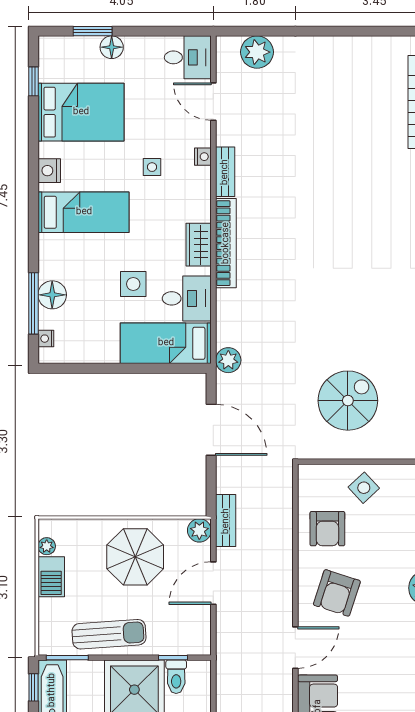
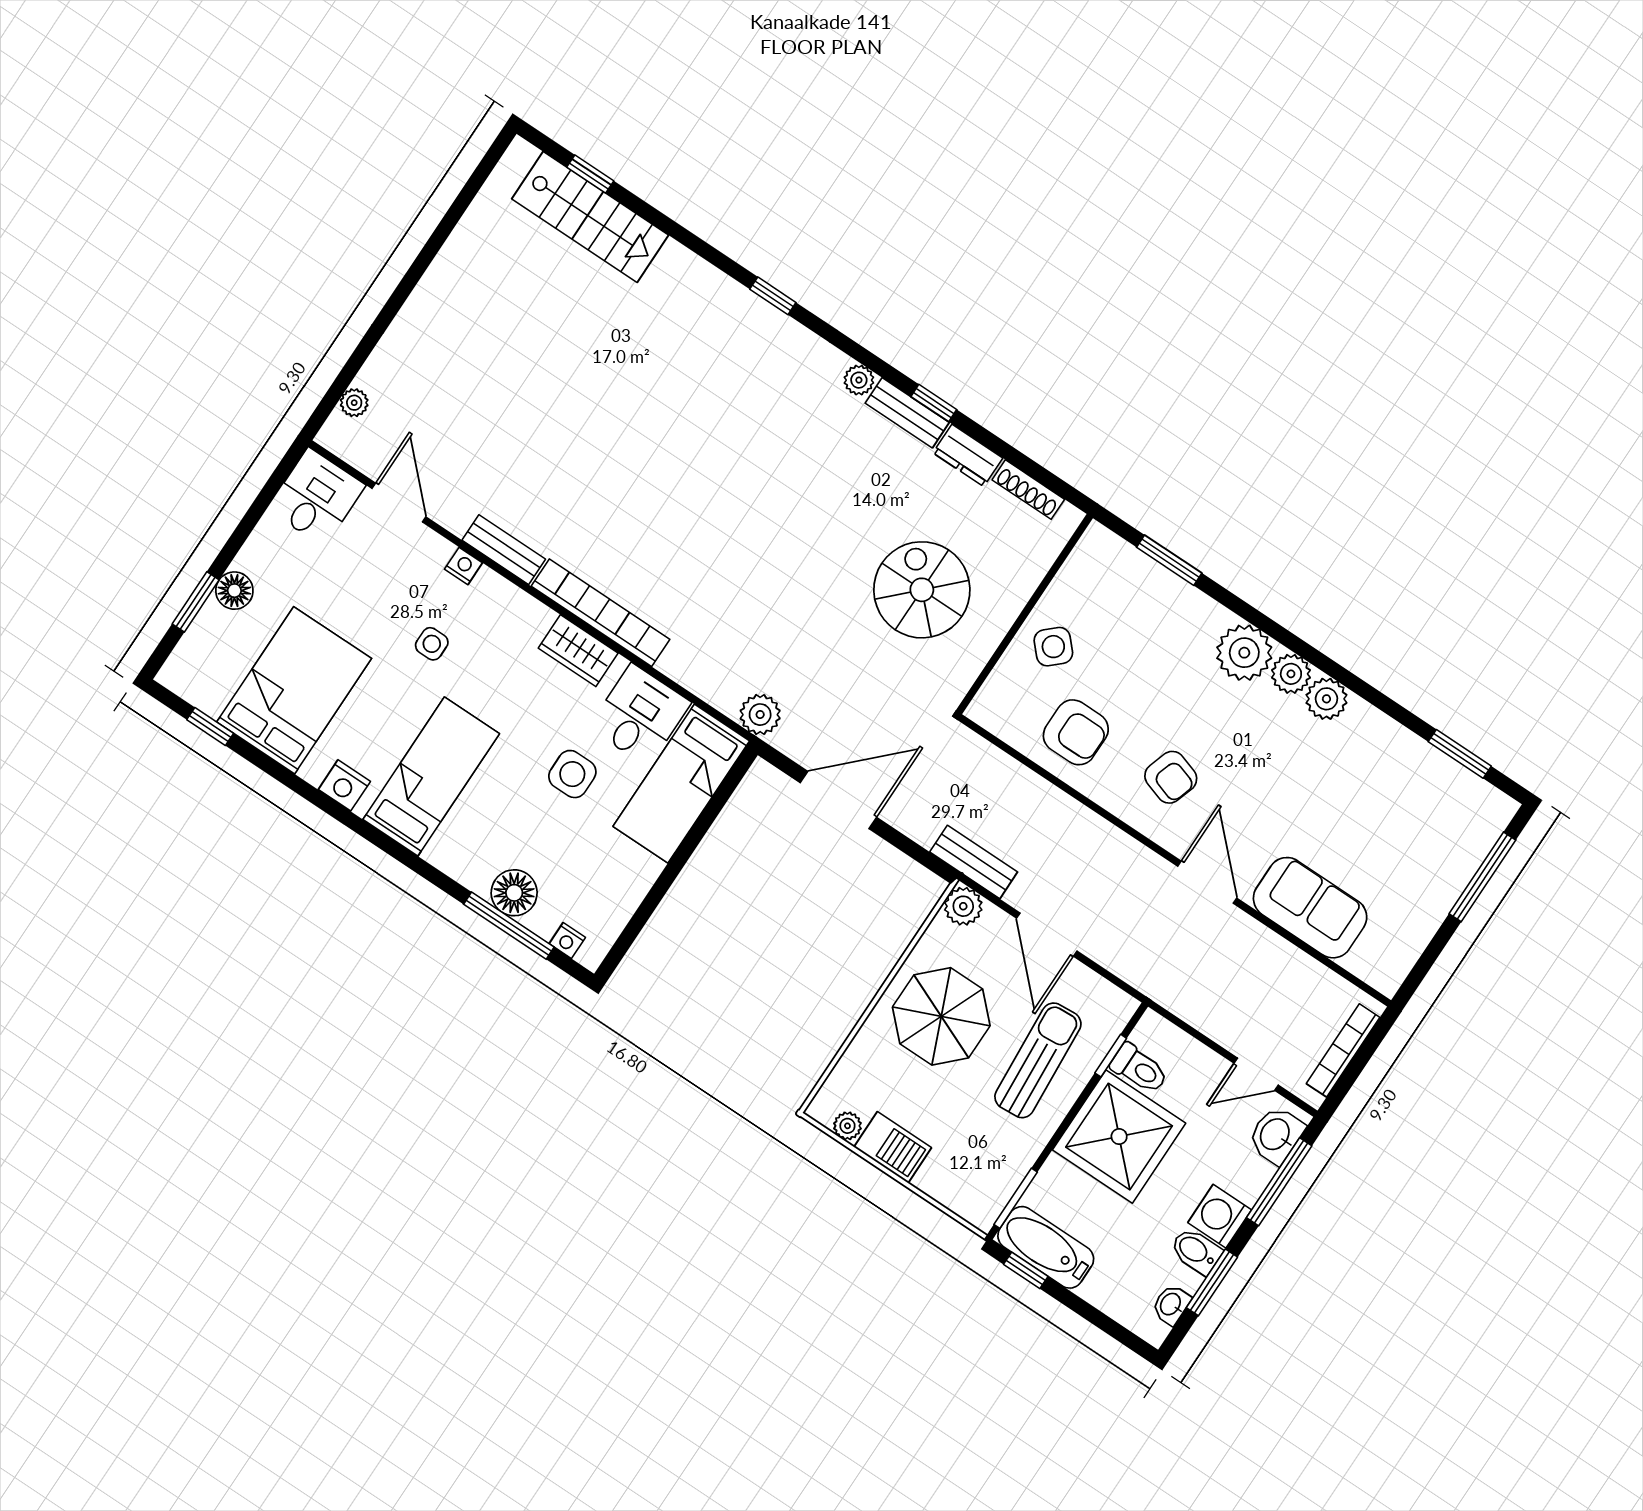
plant: (257, 52) -> (354, 403), width x0.53, depth x0.53
door: (213, 102) -> (399, 503), swing flipped
armchair: (337, 593) -> (1171, 777), width x0.72, depth x0.72
sun lounger: (109, 634) -> (1038, 1060), moved

